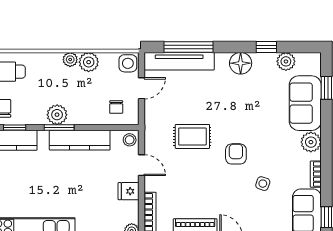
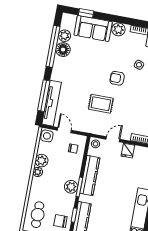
window: (266, 47) -> (53, 46), width x3.17
floor lamp: (241, 63) -> (63, 50), moved
rug: (192, 136) -> (101, 104), turned 90

